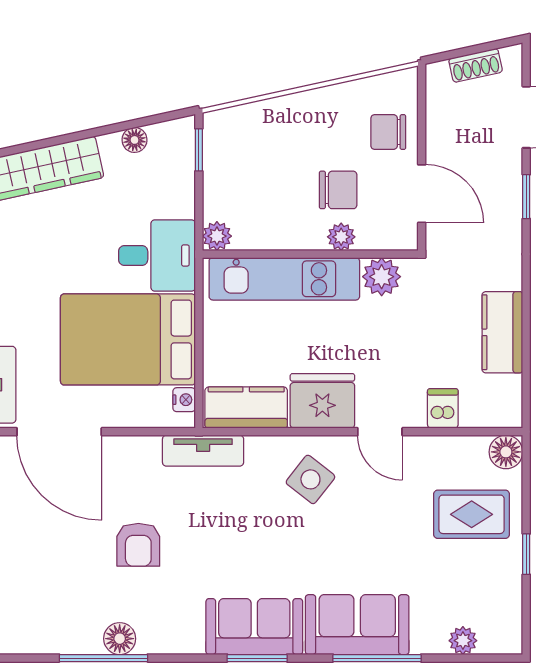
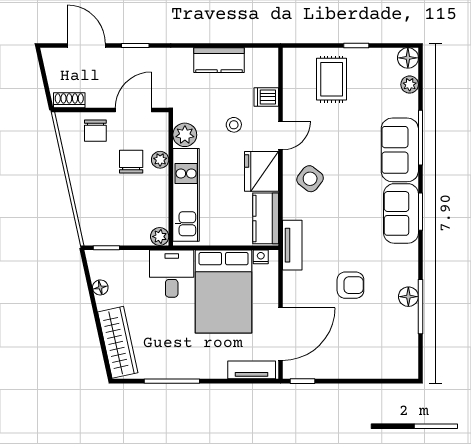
shoe rack: (476, 65) -> (69, 100), moved, turned -78
stool: (398, 356) -> (234, 125), added
floor lamp: (506, 452) -> (408, 58), moved

